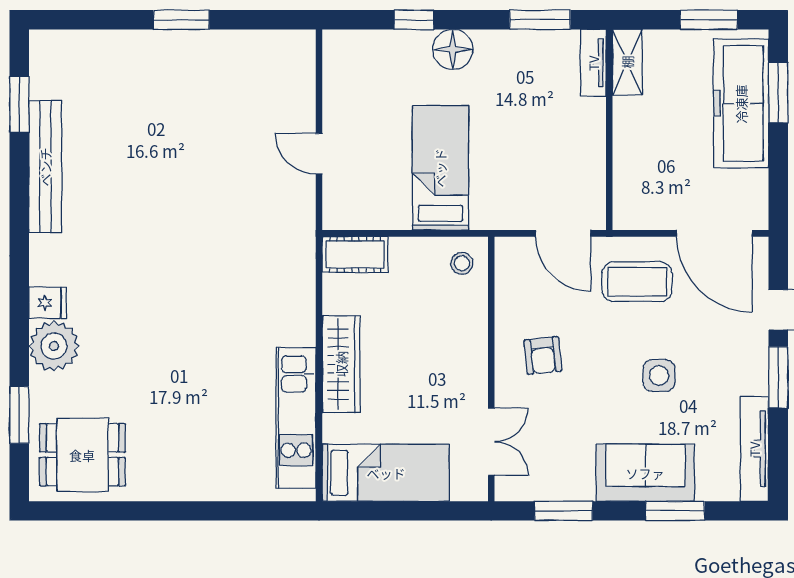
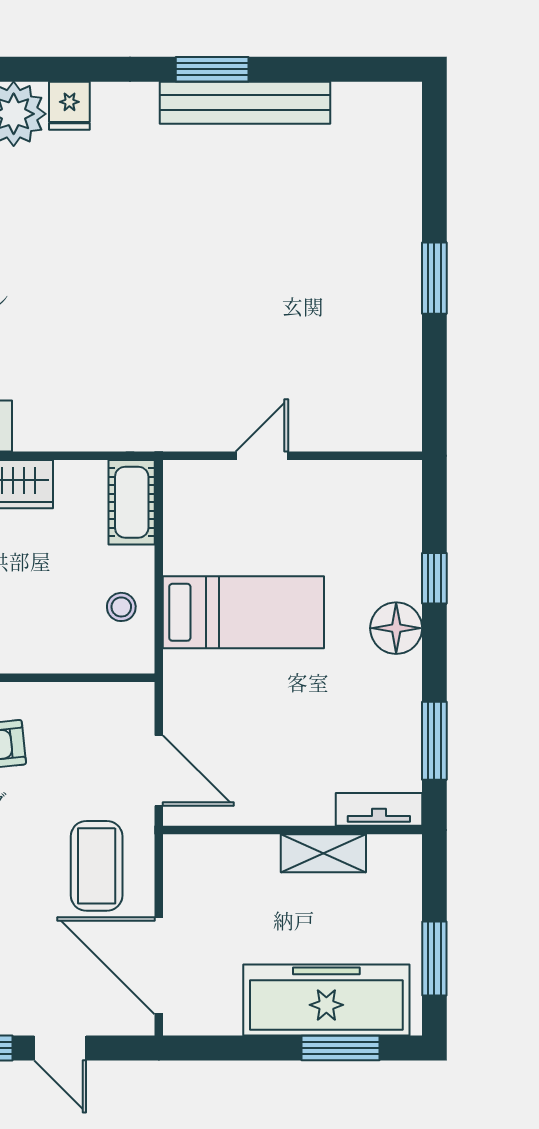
shelving: (627, 62) -> (323, 853), moved
window: (19, 104) -> (212, 69), moved
door: (563, 233) -> (159, 771), swing flipped
door: (714, 233) -> (159, 966), hinge flipped
stool: (462, 263) -> (121, 607), moved

